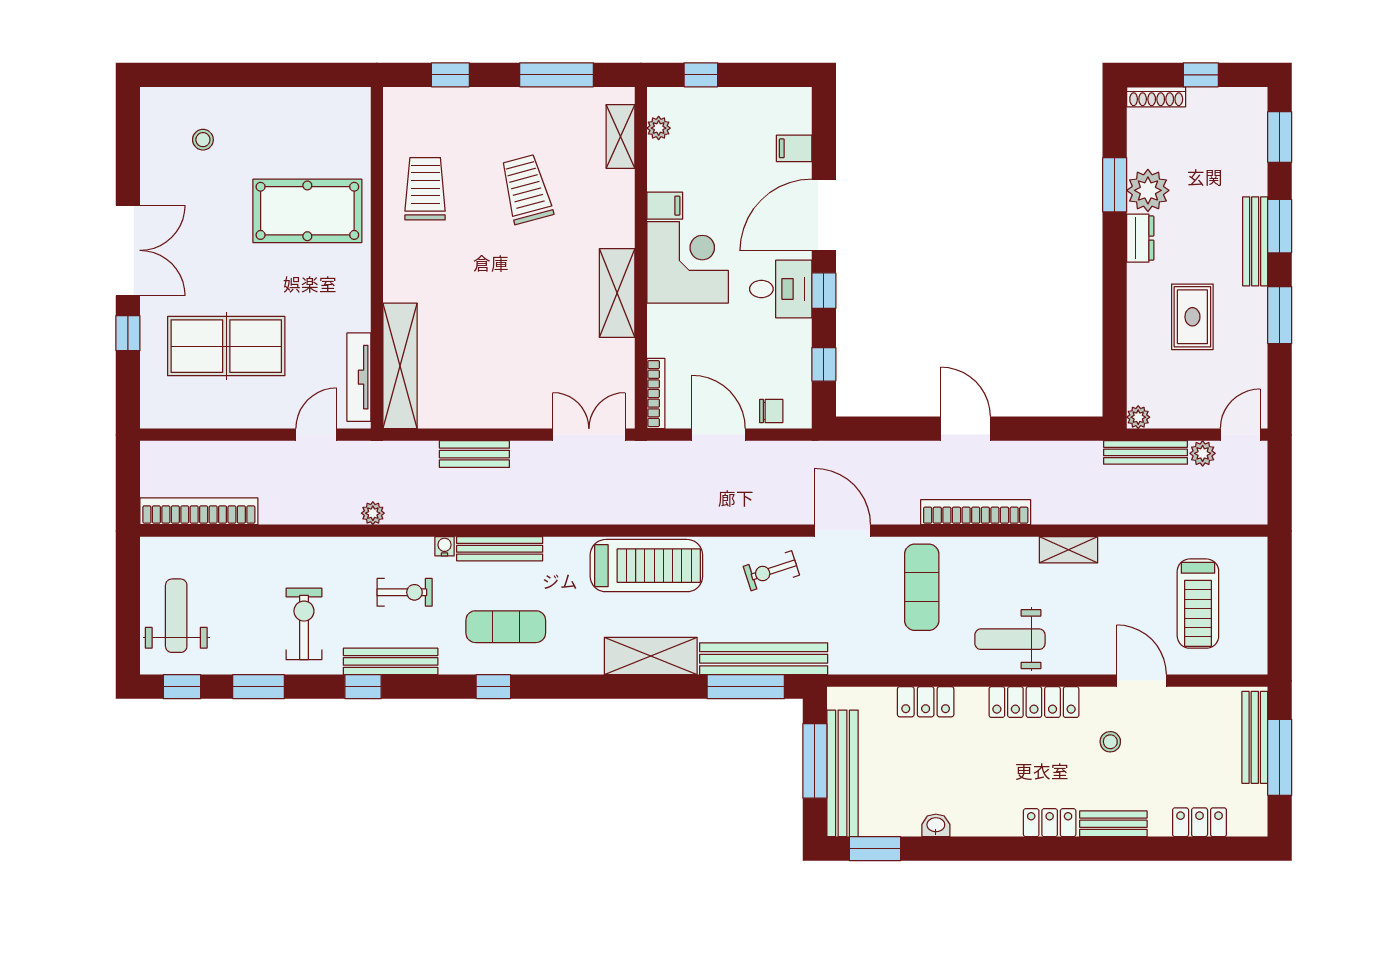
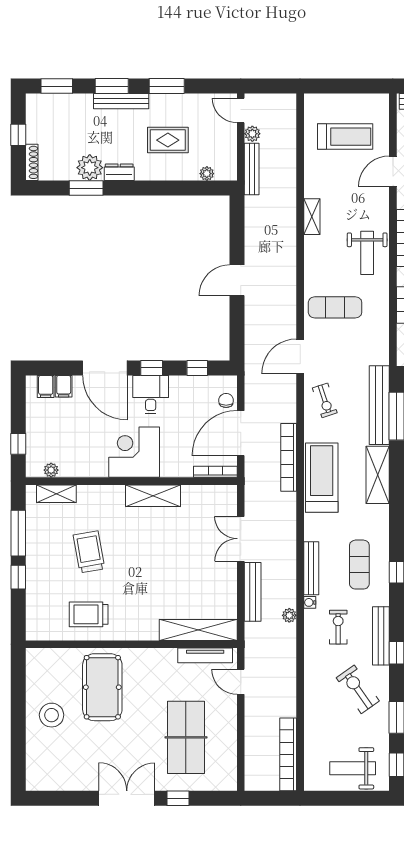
window: (450, 75) -> (18, 577), moved
stool: (203, 140) -> (52, 715), moved, width x1.89, depth x1.89
trolley: (526, 189) -> (89, 552), turned 95
filing cabinet: (665, 206) -> (46, 386), moved, turned 180
plant: (1138, 417) -> (207, 174), moved
double door: (589, 435) -> (241, 539), moved
door: (718, 435) -> (241, 433), width x1.36
bench: (474, 454) -> (253, 592), width x1.36
bookcase: (976, 512) -> (289, 457), moved
plant: (373, 513) -> (289, 615), moved
exercise bike: (304, 624) -> (358, 689), turned 55

